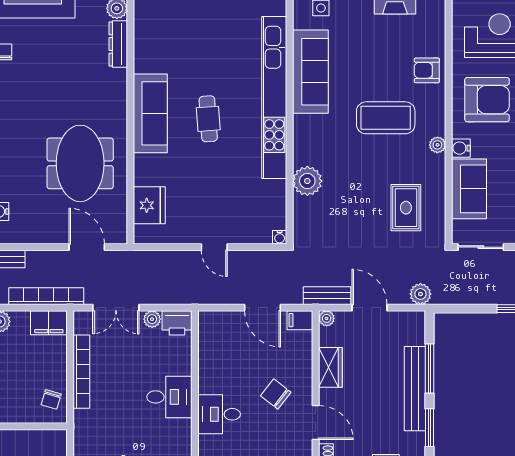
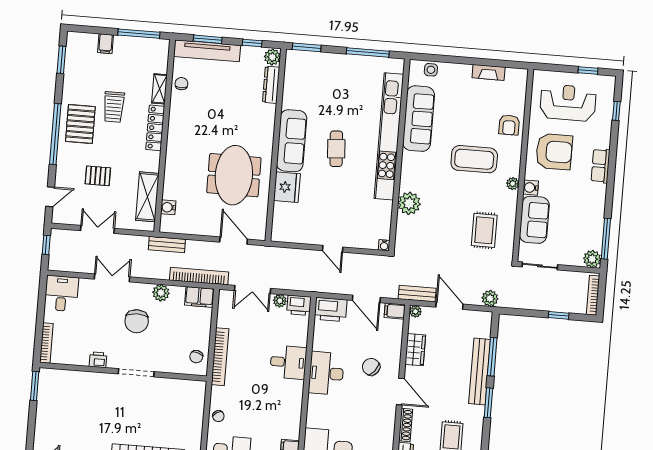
armchair: (427, 70) -> (509, 125), turned -90
fridge: (149, 205) -> (287, 187), moved
printer: (218, 325) -> (331, 310), added
bookcase: (81, 372) -> (220, 357), moved
desk: (219, 414) -> (326, 373), width x1.37

